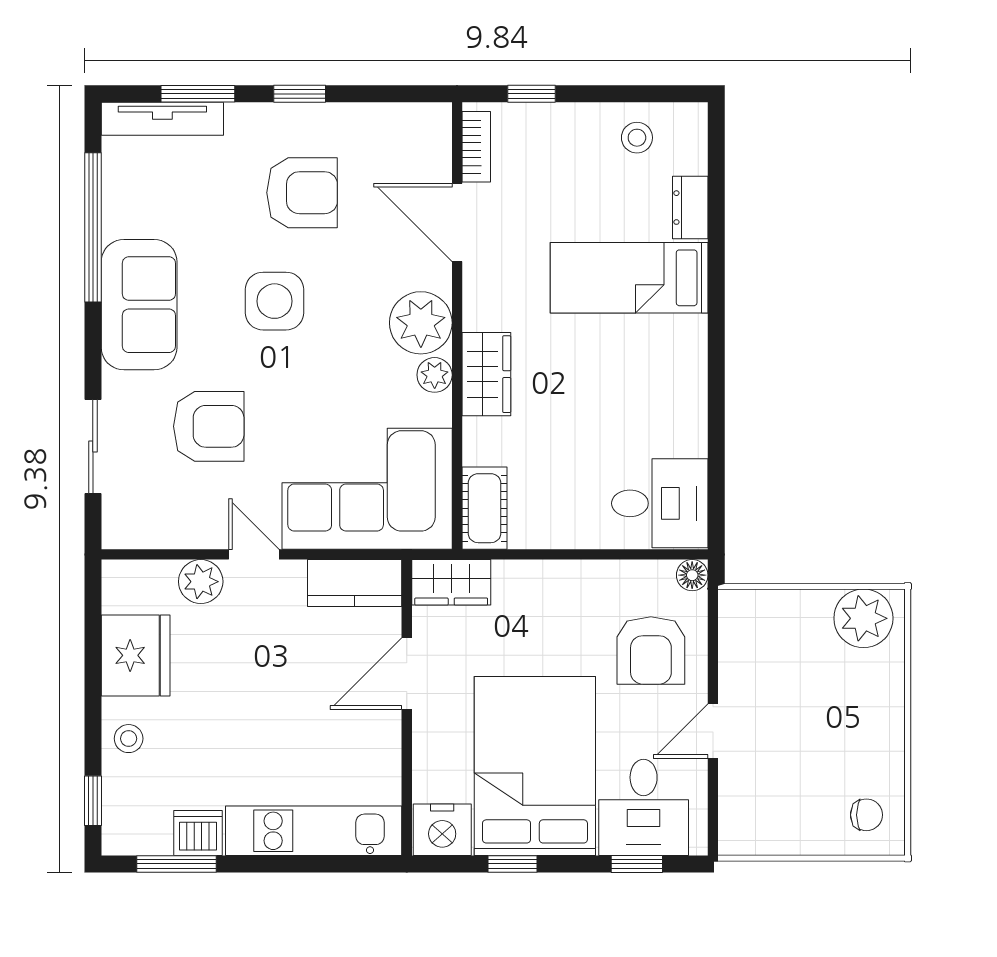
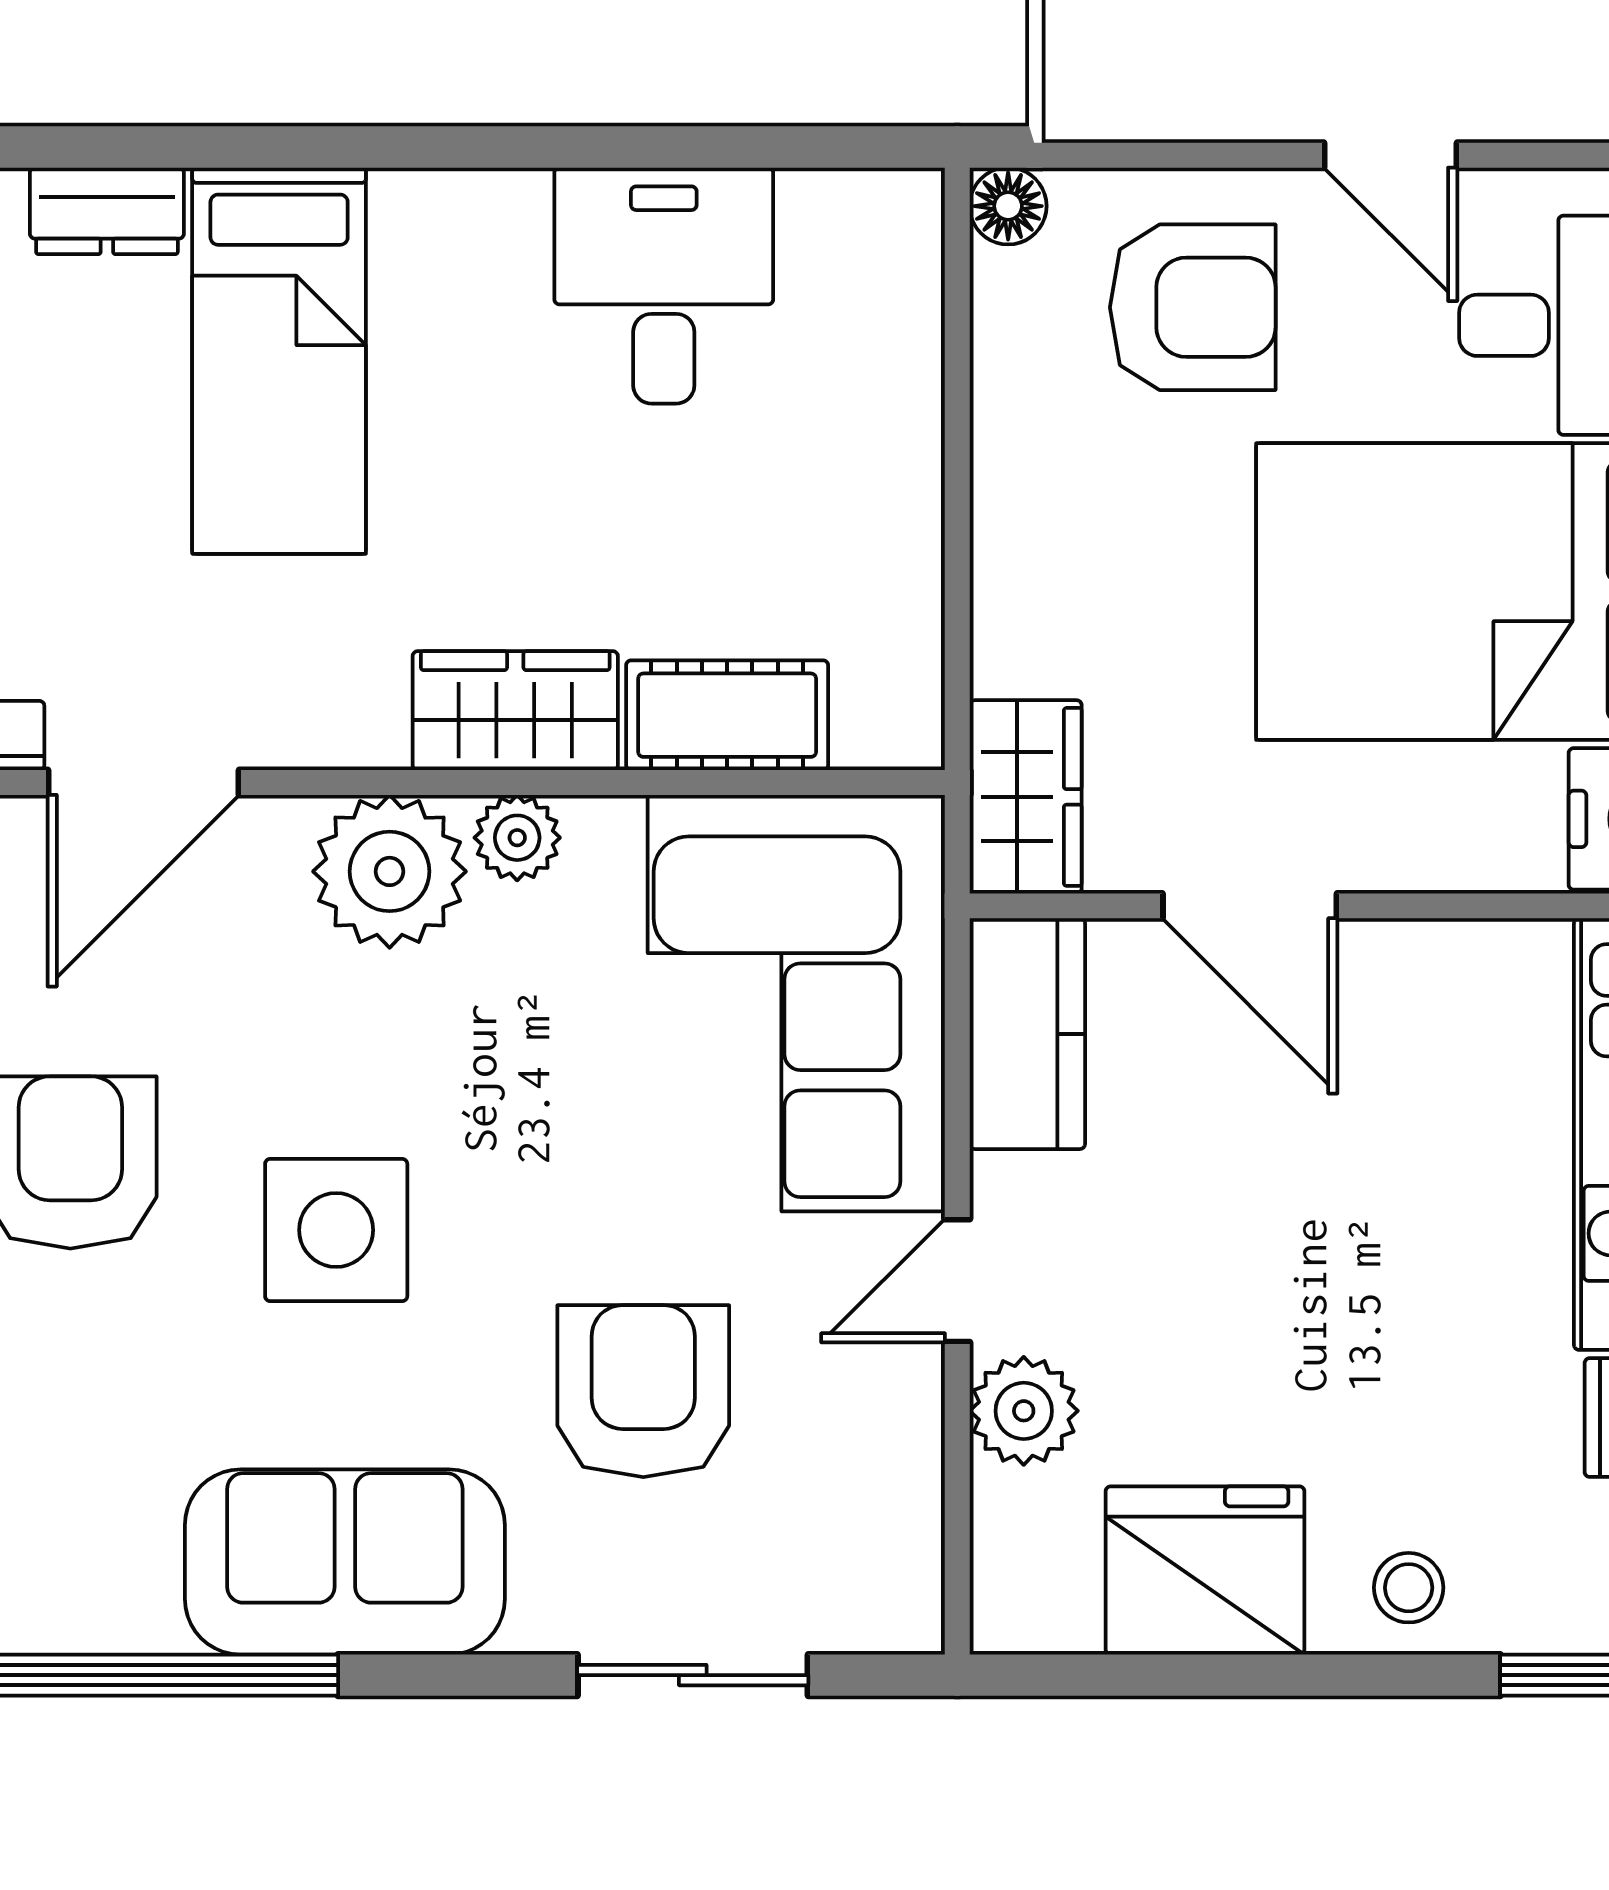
desk: (660, 503) -> (664, 286), moved
cot: (484, 508) -> (727, 715), moved

